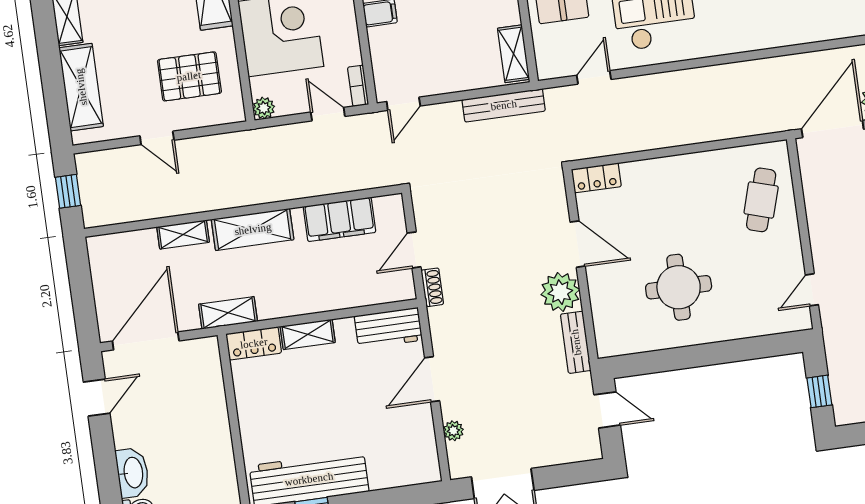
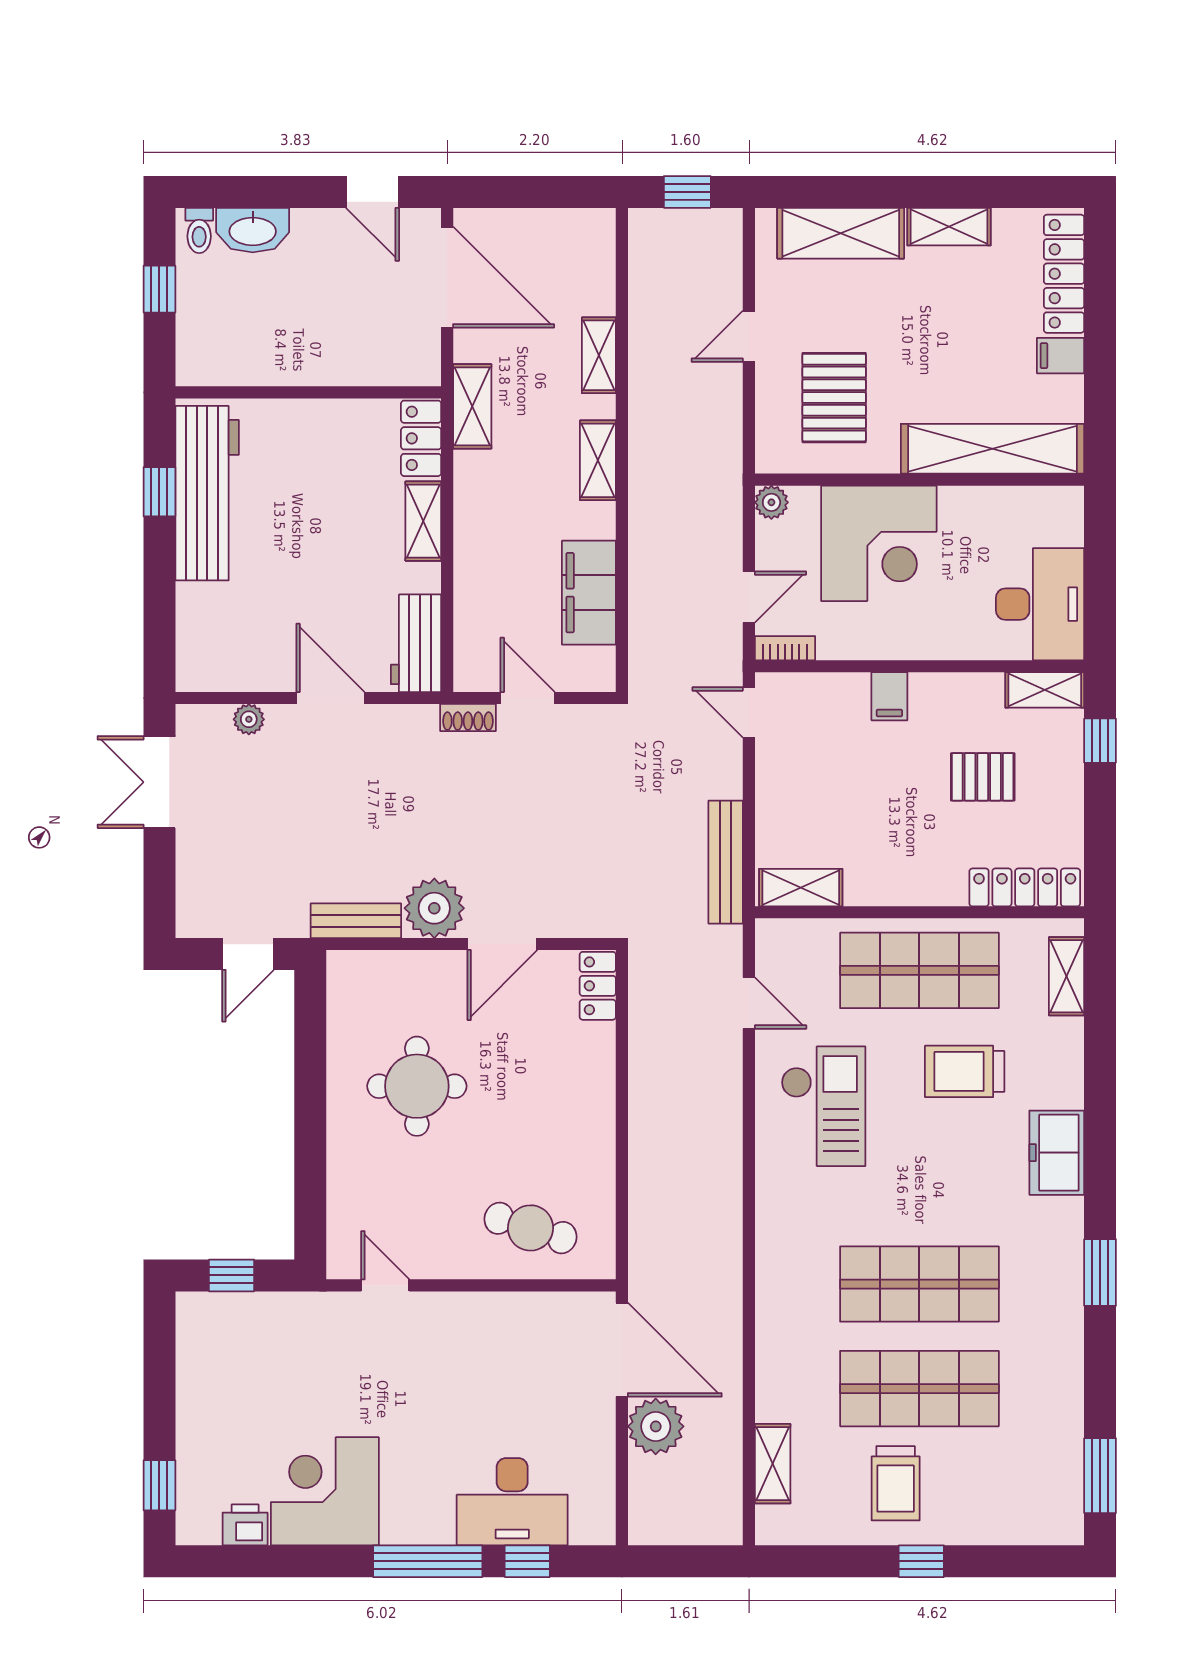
shelving: (253, 229) -> (598, 460), width x0.67, depth x0.75

